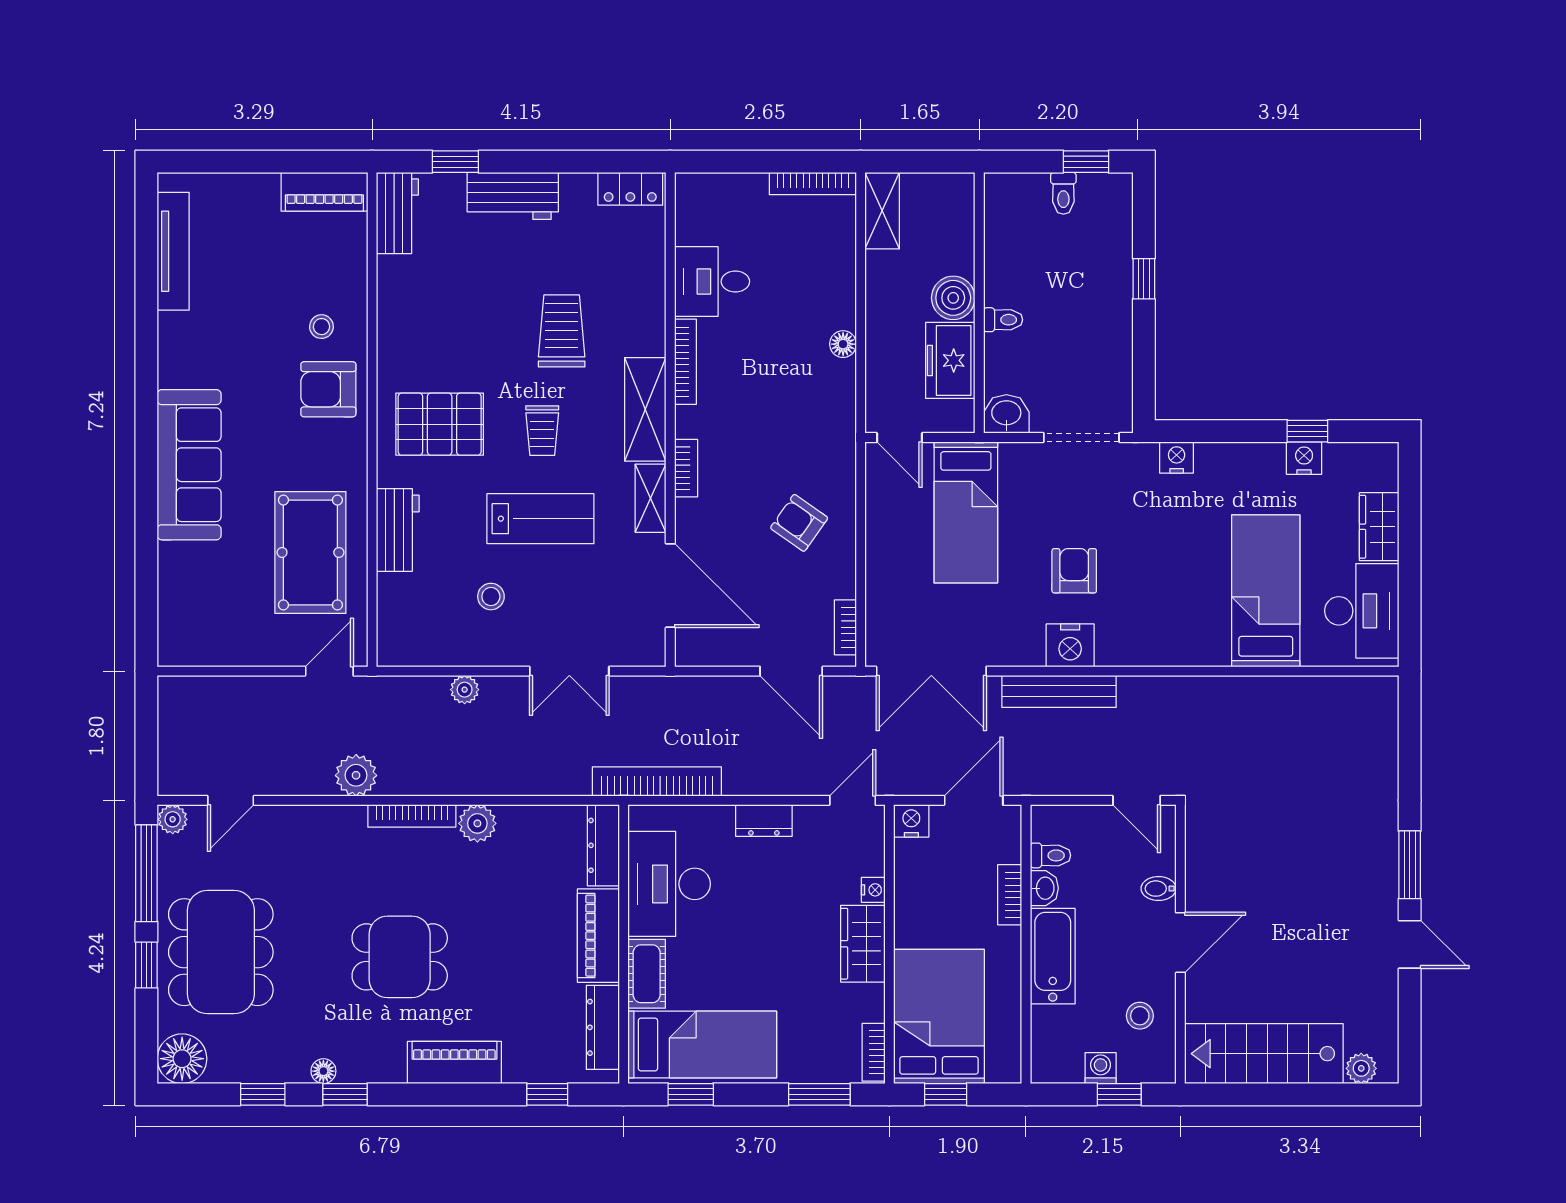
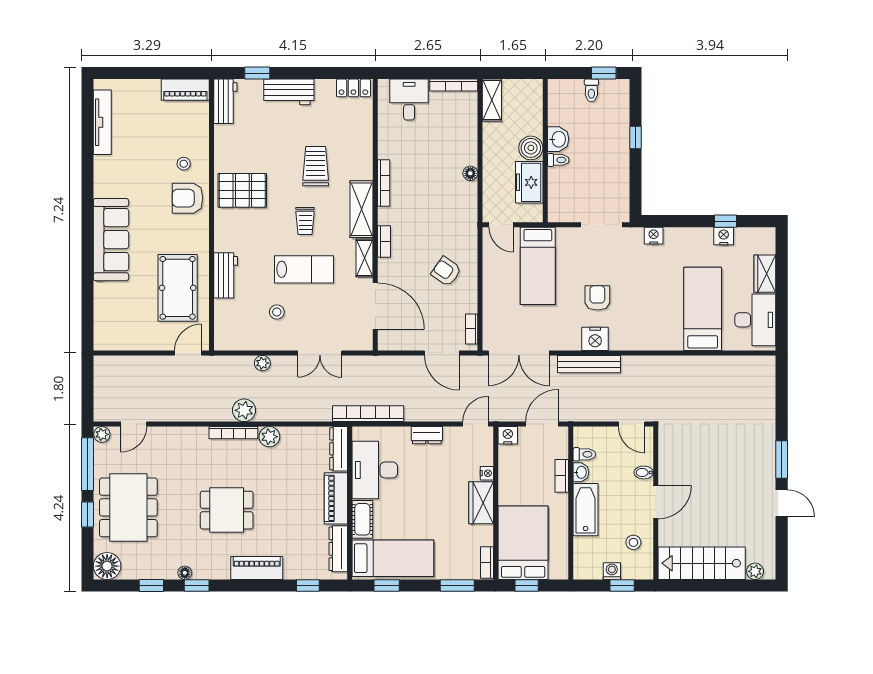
desk: (712, 281) -> (409, 100), moved, turned 90
washbasin: (1006, 414) -> (558, 139), moved, turned 90
pallet: (440, 424) -> (242, 190), moved
plant: (356, 775) -> (244, 410), moved

